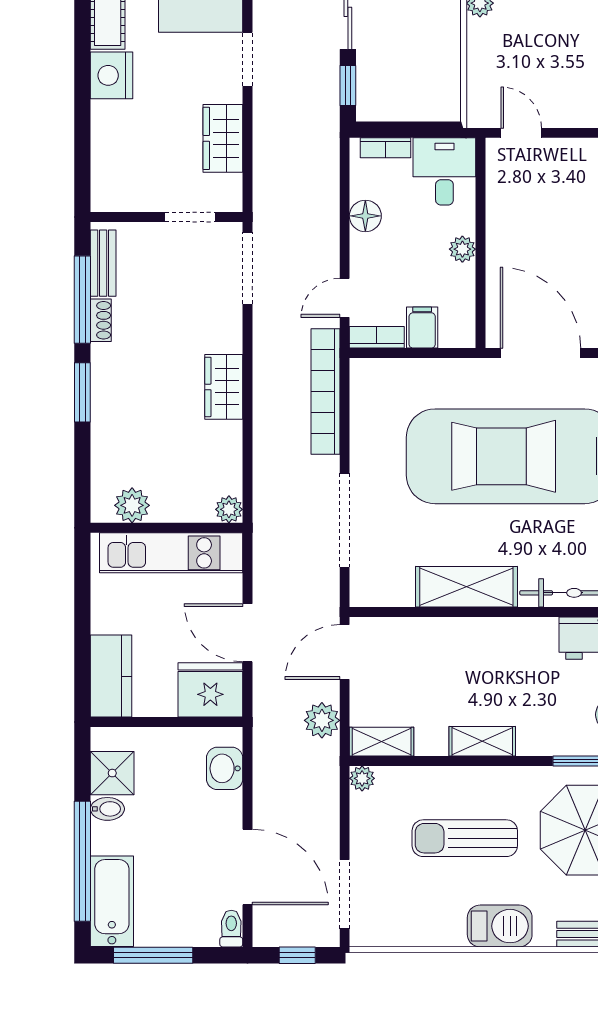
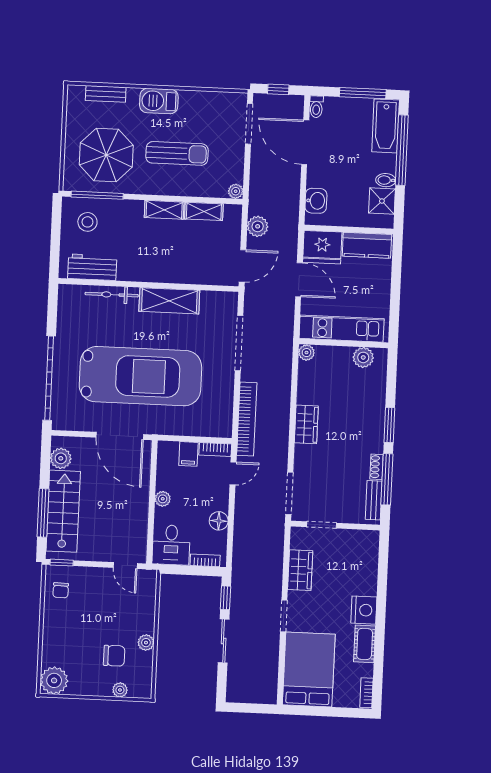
kitchen counter: (111, 676) -> (367, 245), moved, turned -90
shelving: (382, 742) -> (204, 211), moved

